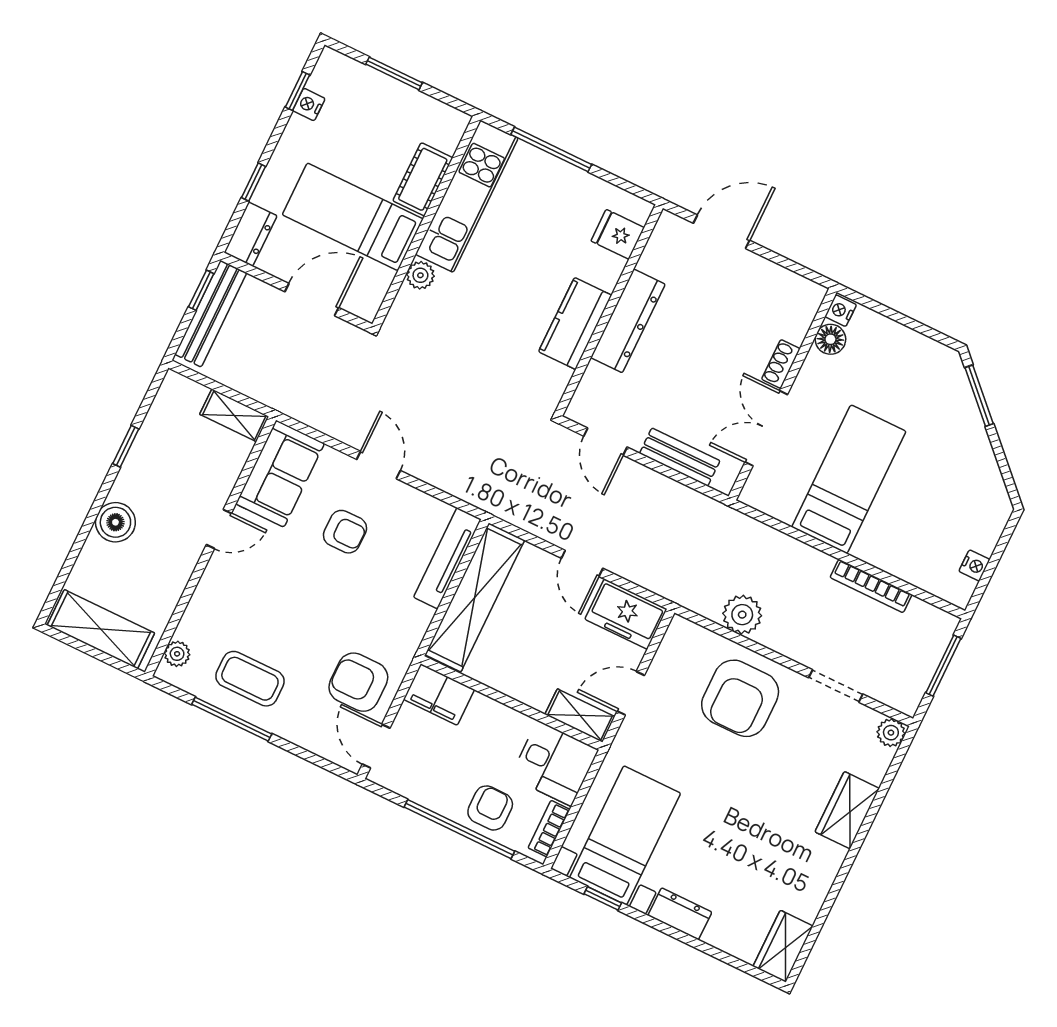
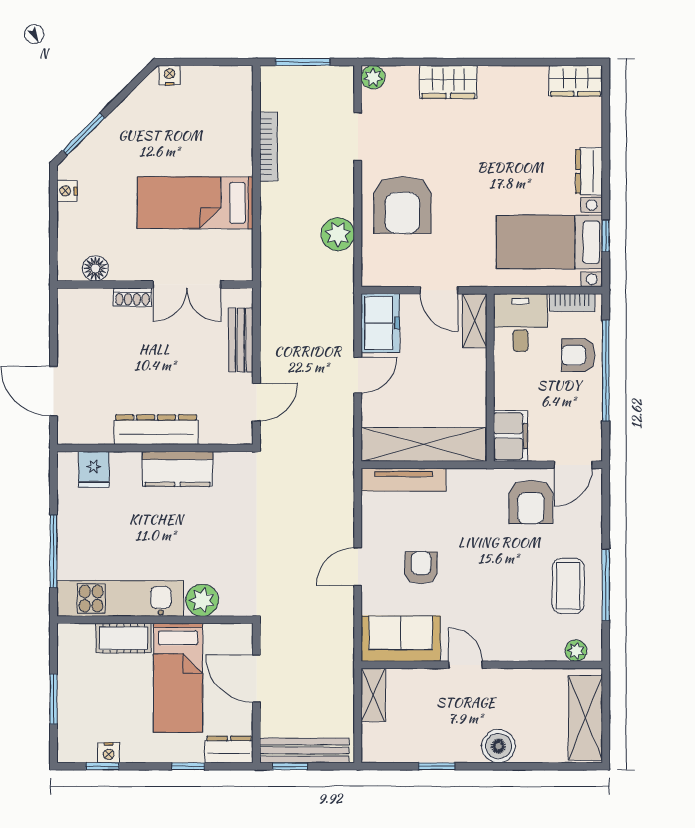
plant: (420, 275) -> (202, 600), width x1.38, depth x1.38
nightstand: (841, 311) -> (67, 191), moved, turned 90
nightstand: (974, 565) -> (170, 75), moved
armchair: (740, 698) -> (402, 205), turned 90

